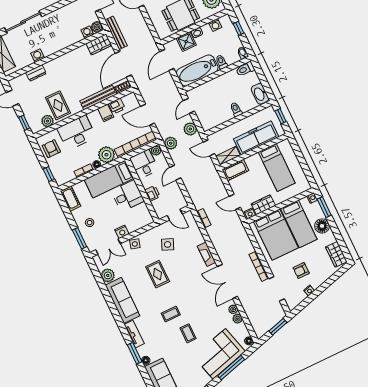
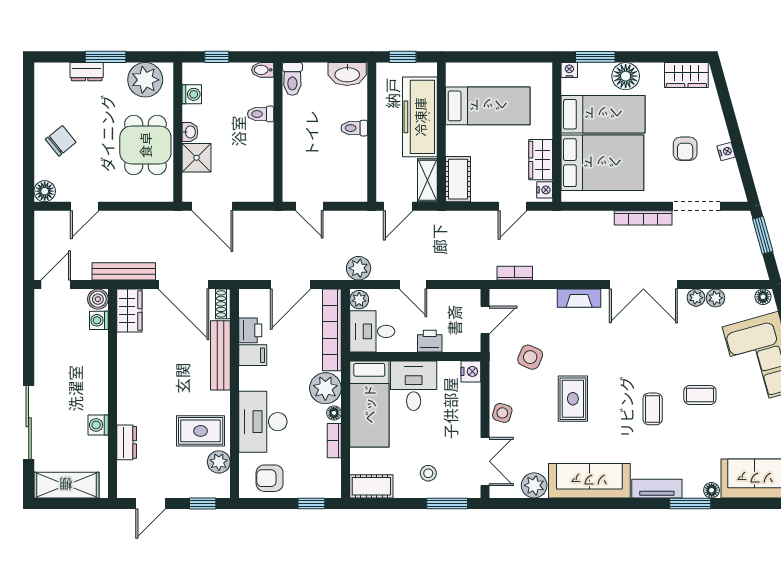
bathtub: (197, 70) -> (255, 163), removed
plant: (190, 129) -> (350, 223), removed
nightstand: (122, 232) -> (471, 371), moved
rug: (158, 274) -> (573, 399), turned 90

